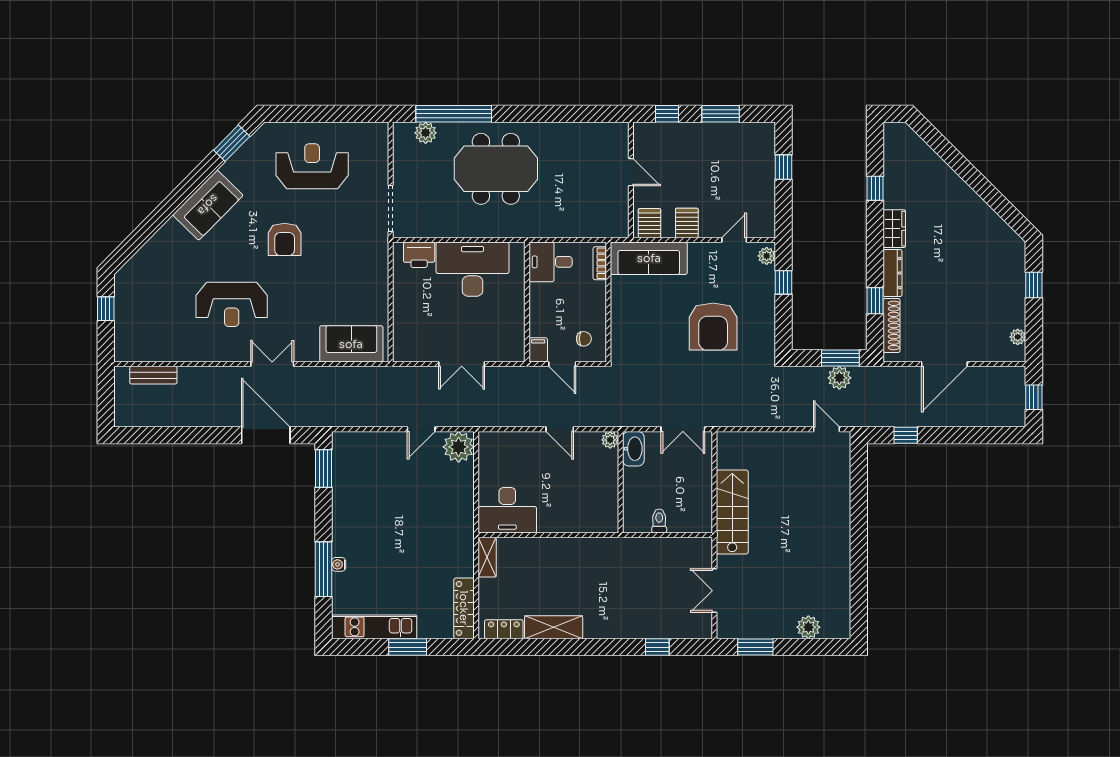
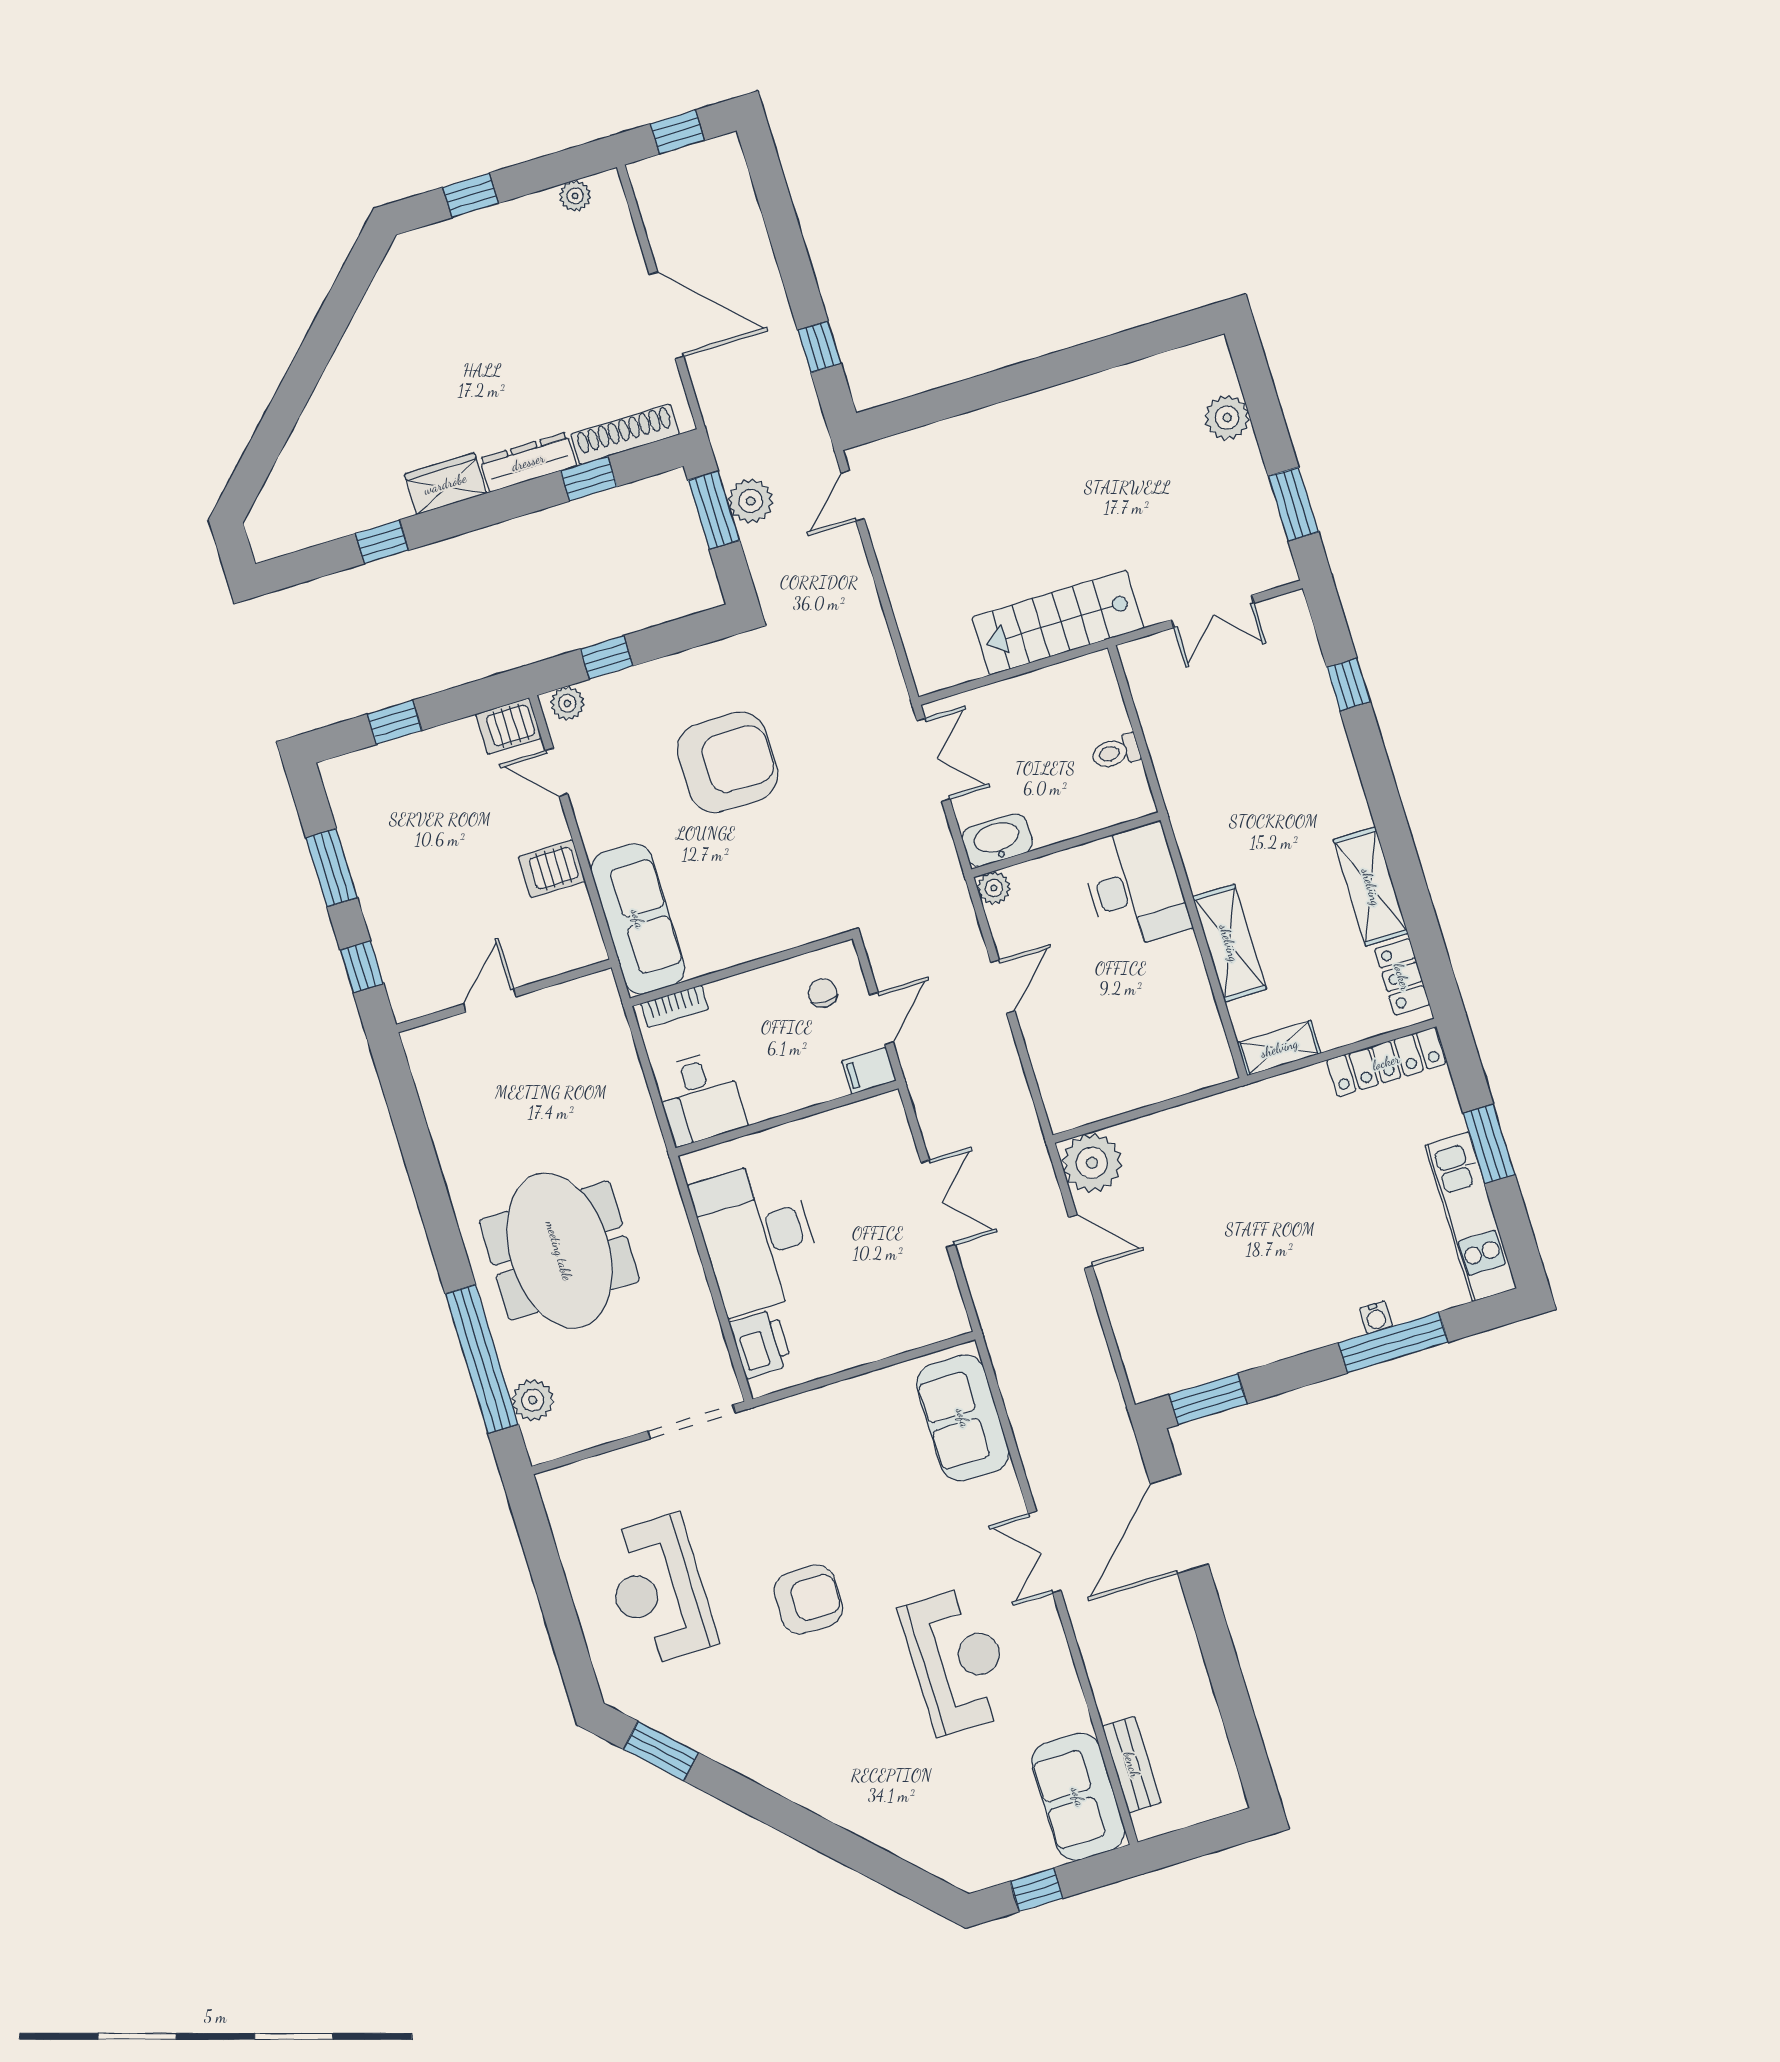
sofa: (208, 205) -> (1078, 1797), moved, turned -135
server rack: (649, 223) -> (508, 726), moved
desk: (507, 510) -> (1135, 887), moved
shelving: (547, 549) -> (1229, 943), added

